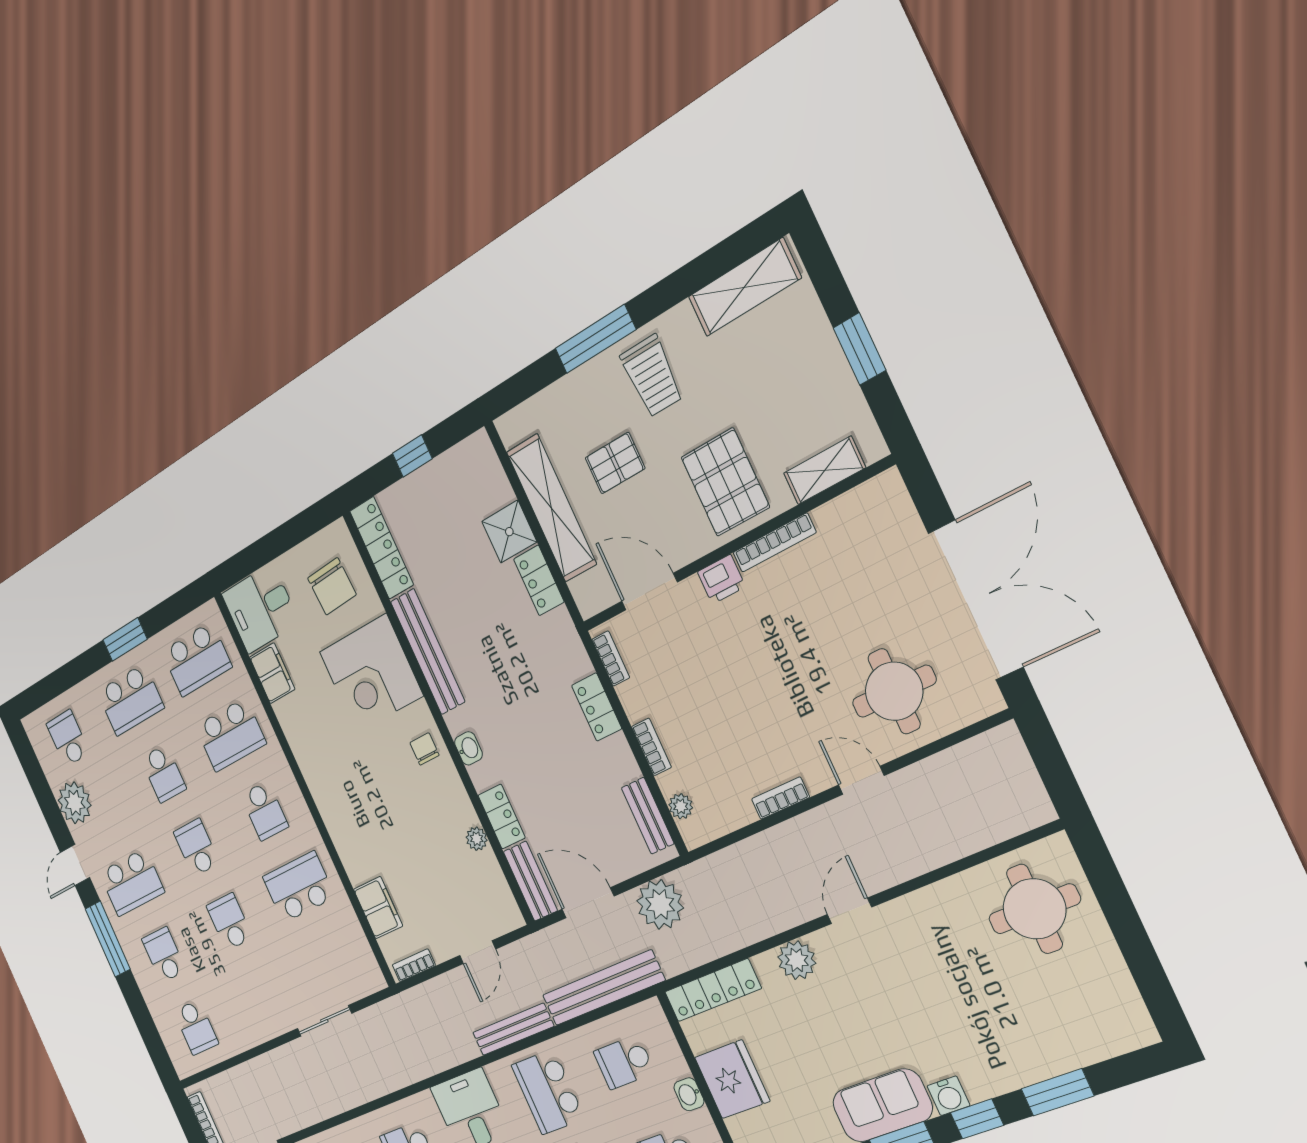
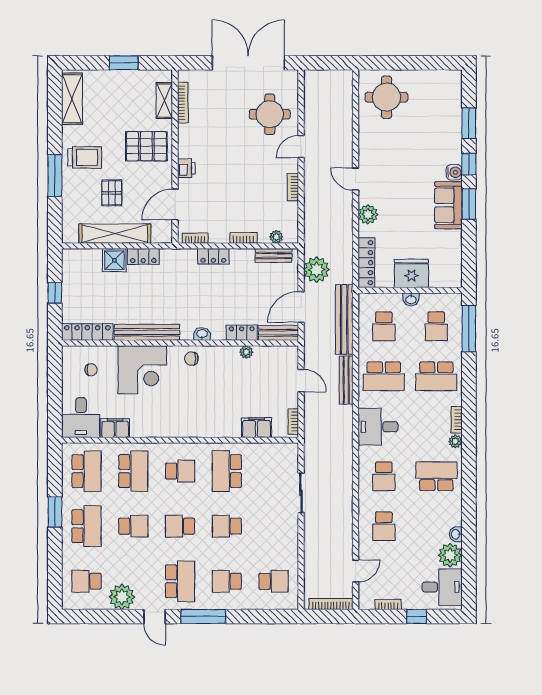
bookcase: (774, 543) -> (183, 103), moved
chair: (332, 586) -> (91, 370), width x0.54, depth x0.54

